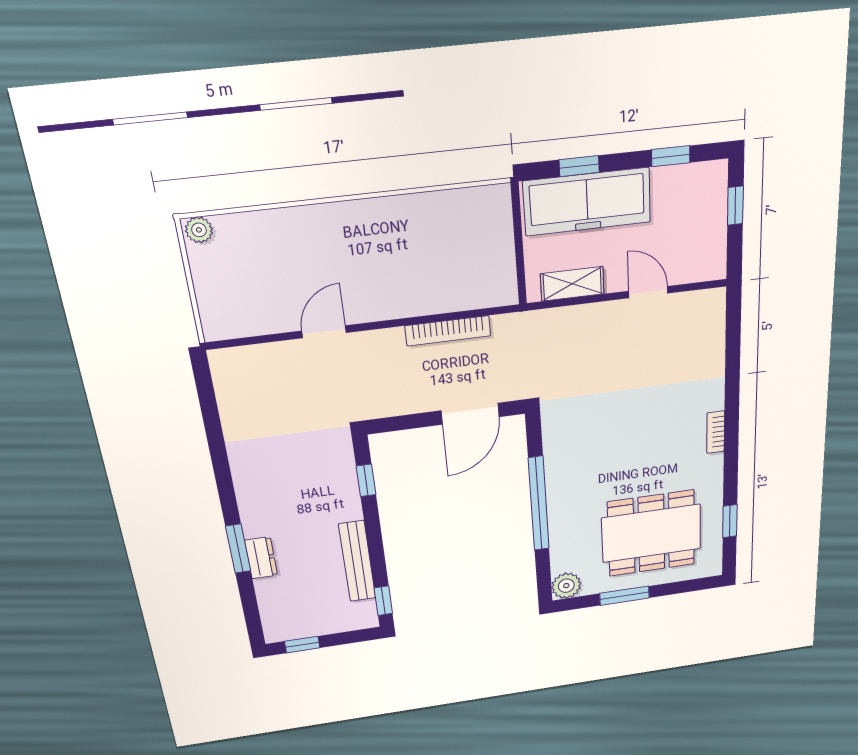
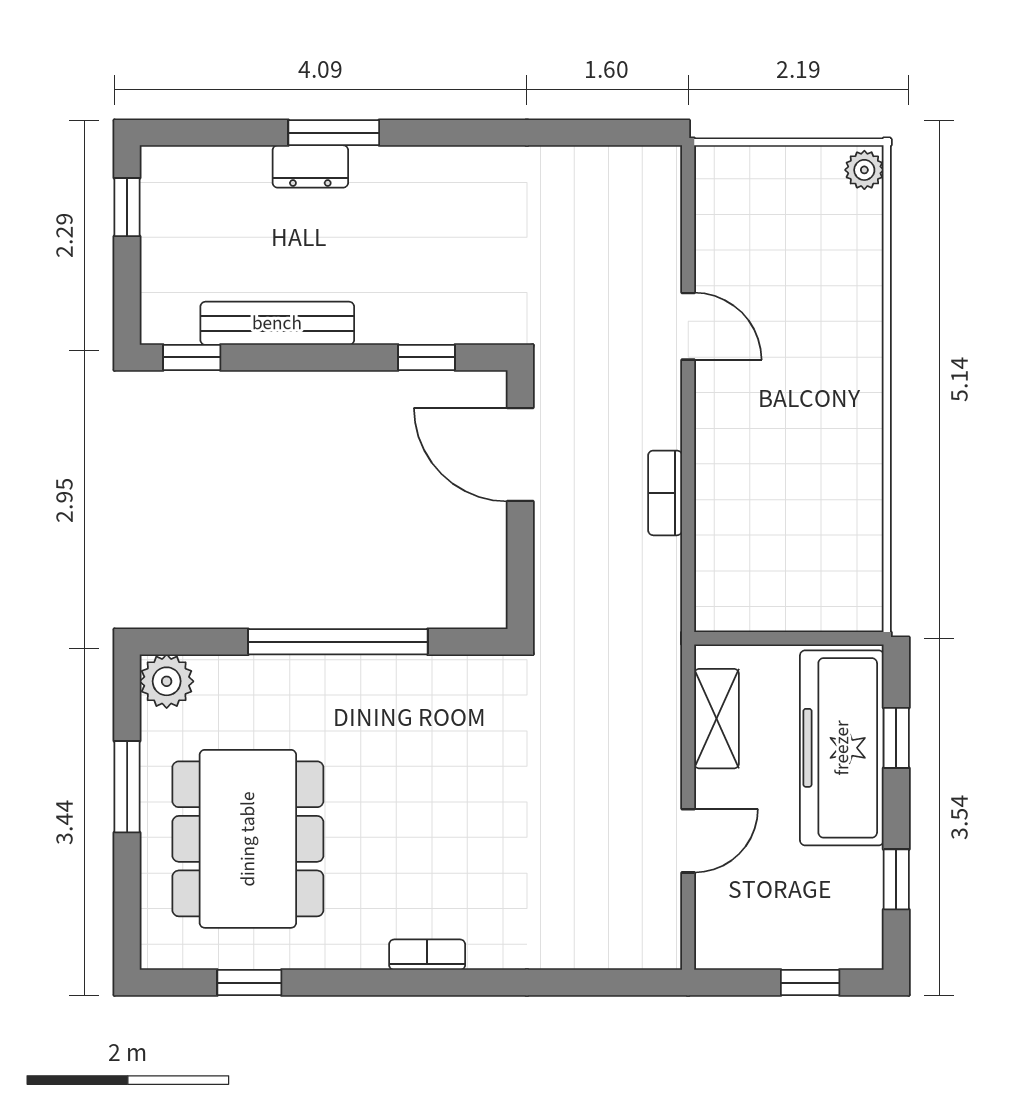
bookcase: (448, 331) -> (665, 493), width x0.64
door: (470, 414) -> (520, 455), moved

